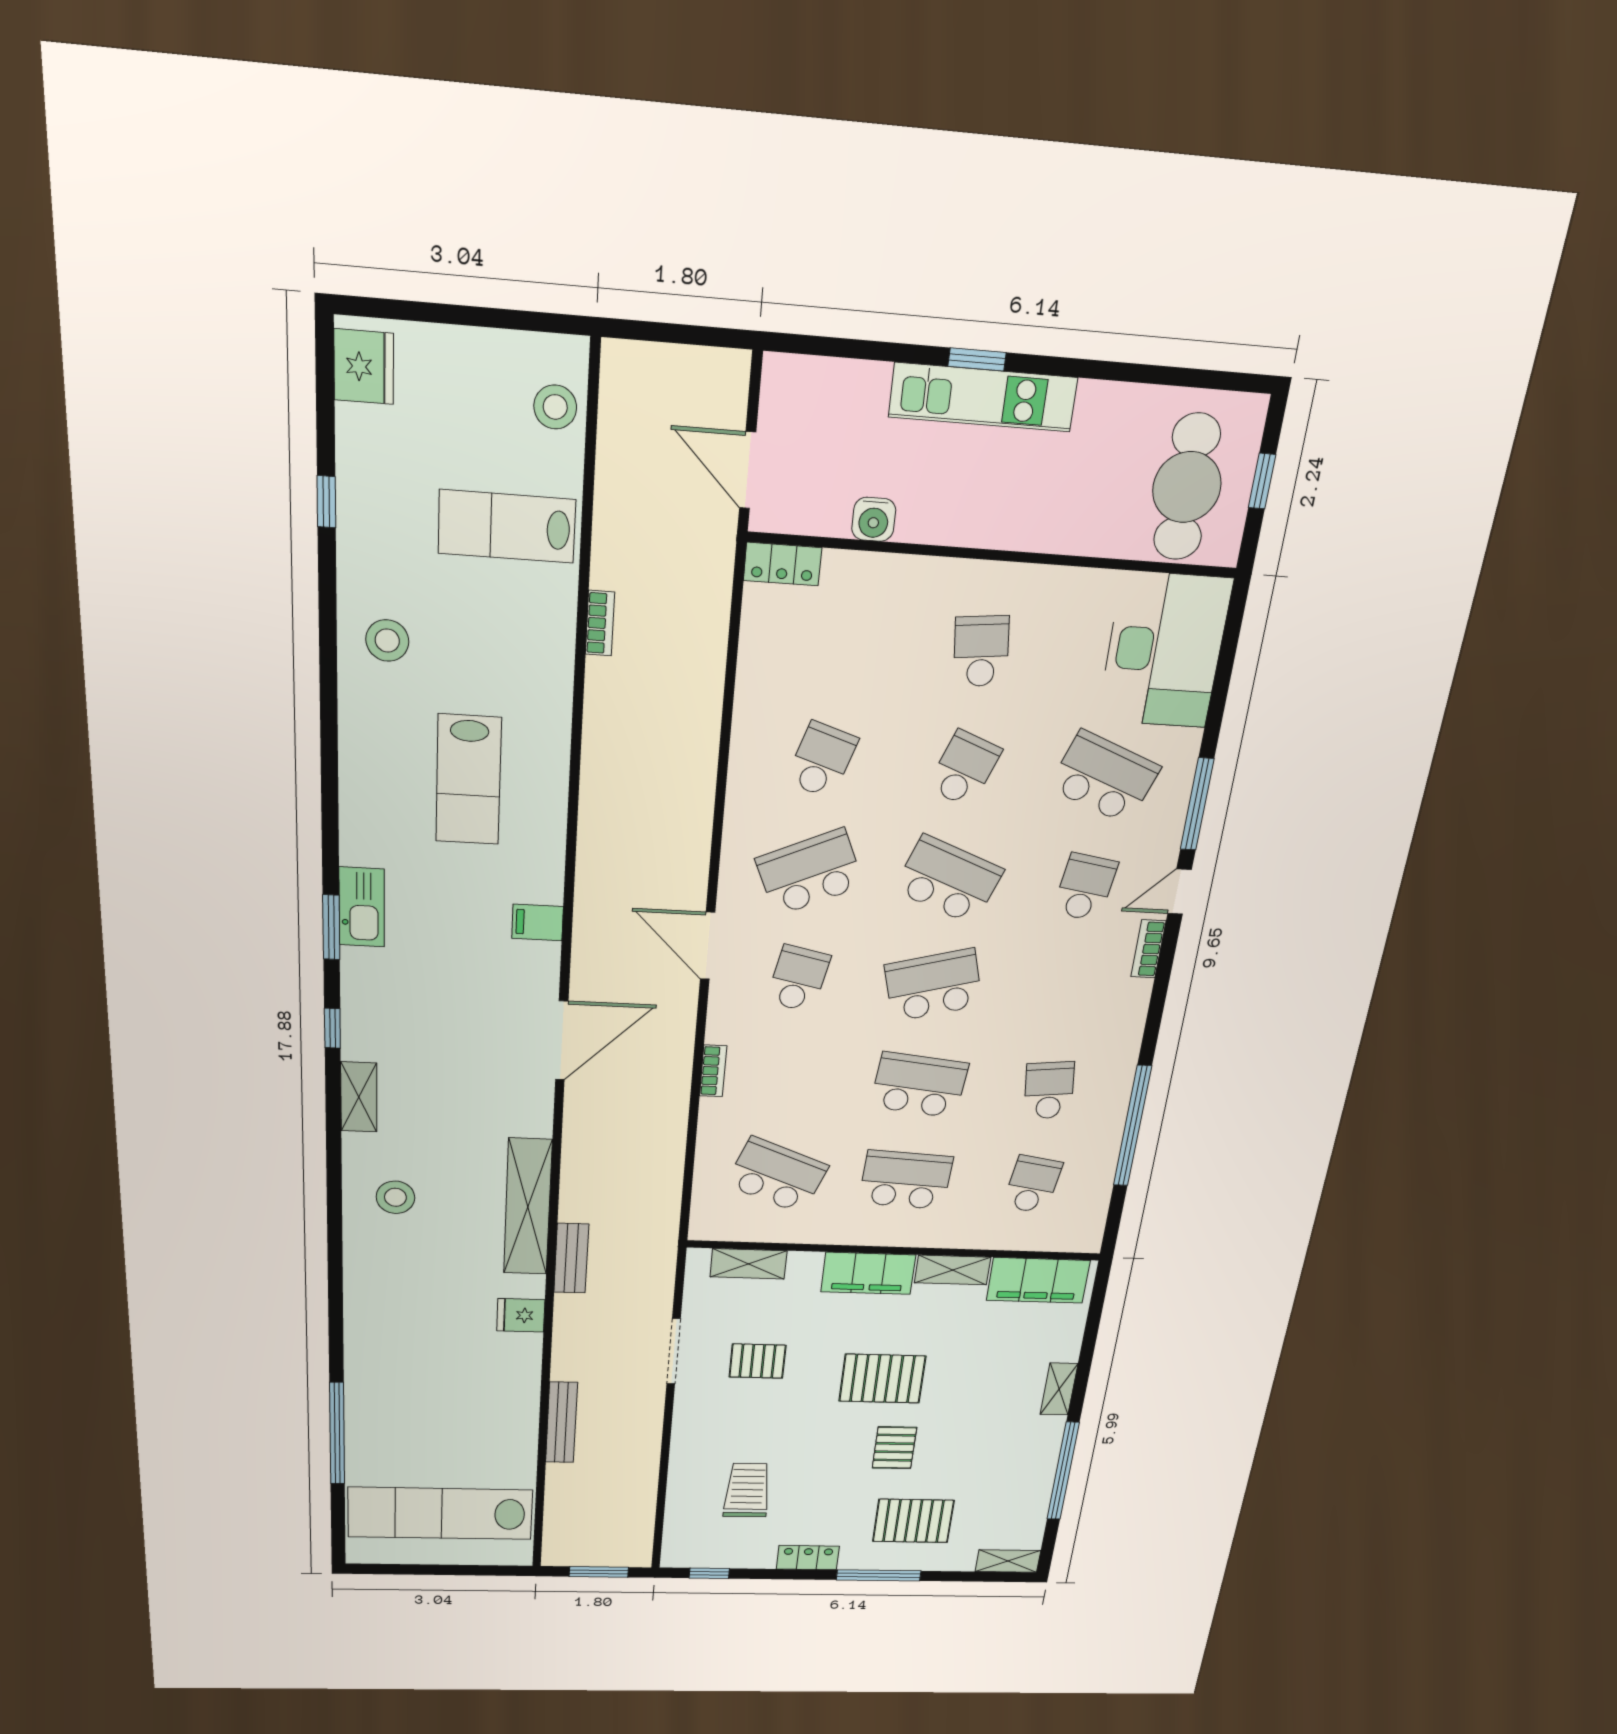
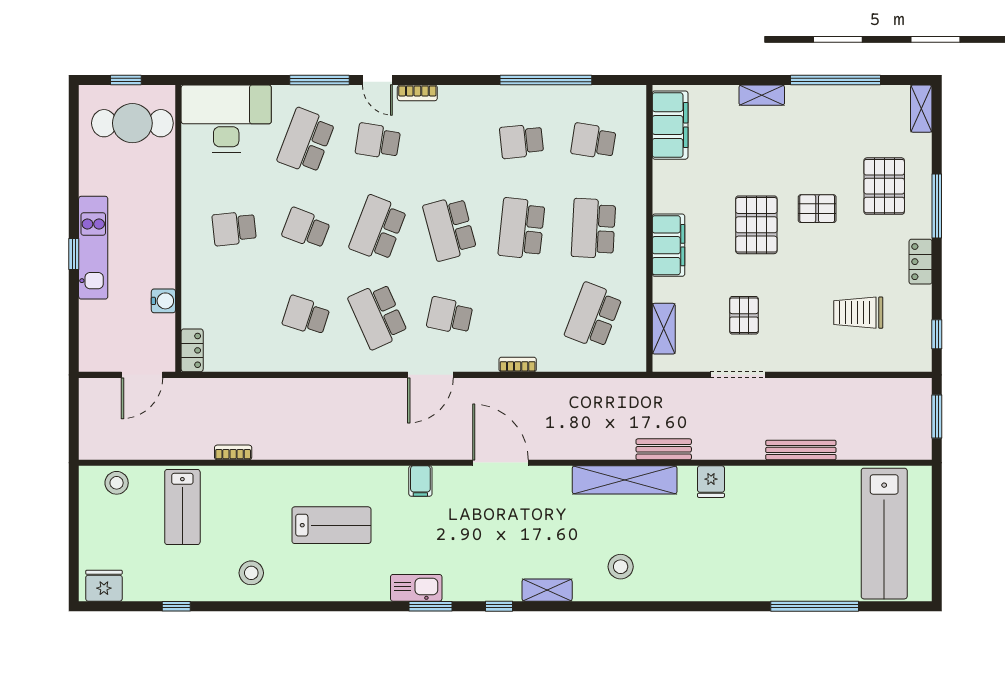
shelving: (953, 1270) -> (664, 187), removed

